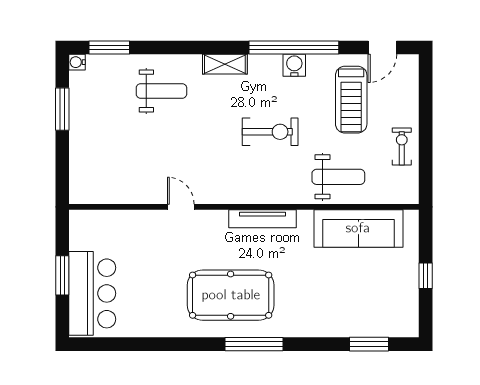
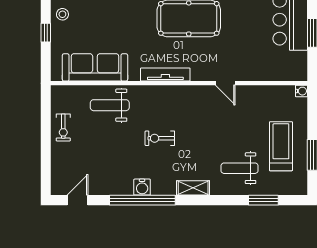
window: (109, 47) -> (263, 200), moved
water cooler: (77, 62) -> (301, 91), moved
treadmill: (351, 100) -> (281, 146), moved
exercise bike: (270, 132) -> (160, 138), width x0.73, depth x0.72
stool: (403, 301) -> (62, 14), added

